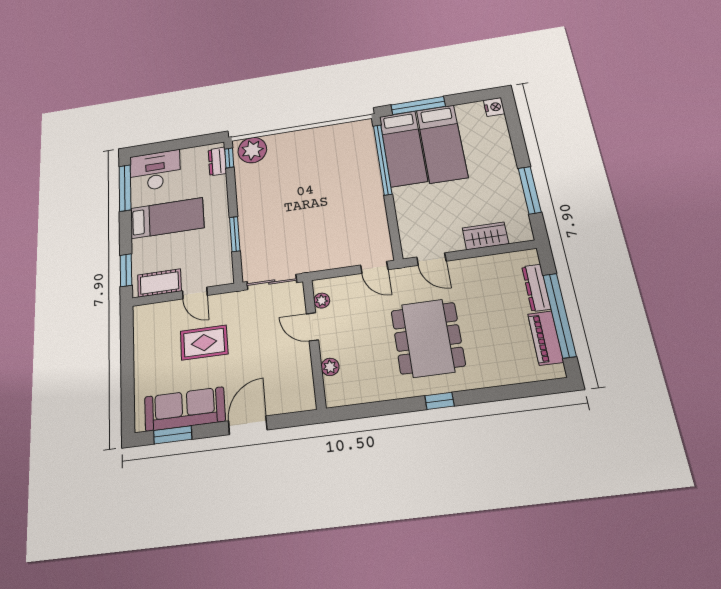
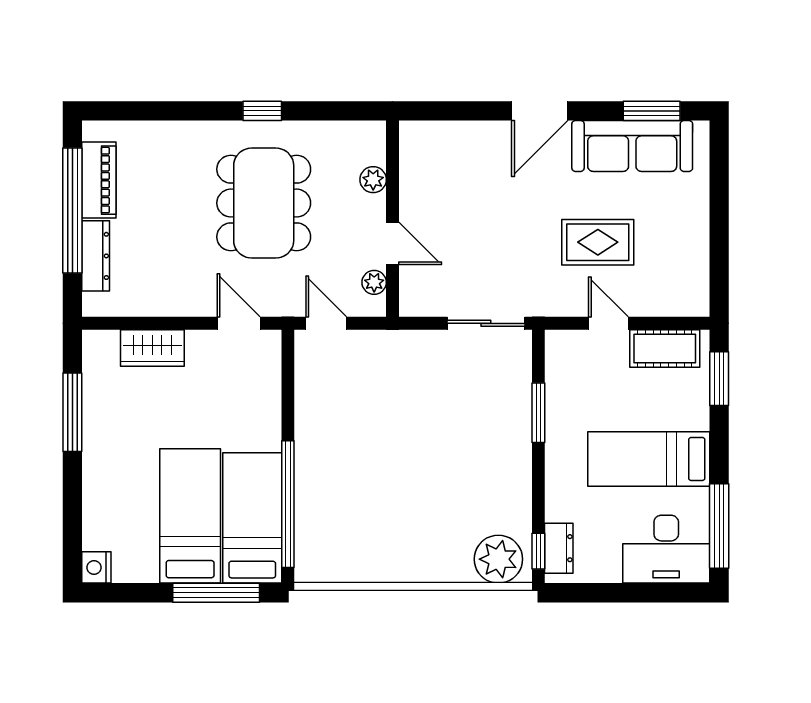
plant: (322, 301) -> (374, 282), moved
door: (312, 327) -> (393, 243), moved
wall: (314, 343) -> (393, 219), moved
plant: (330, 367) -> (373, 180), moved

